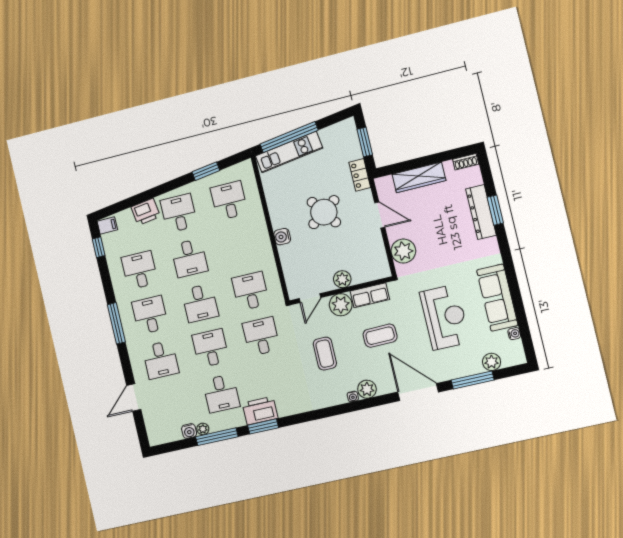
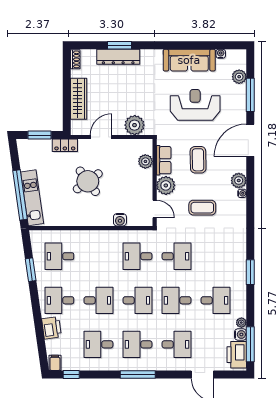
water cooler: (282, 237) -> (120, 220), moved
plant: (342, 279) -> (145, 161), moved
desk: (261, 336) -> (176, 256), turned 180
printer: (260, 411) -> (237, 355), moved
window: (217, 437) -> (250, 344), moved

